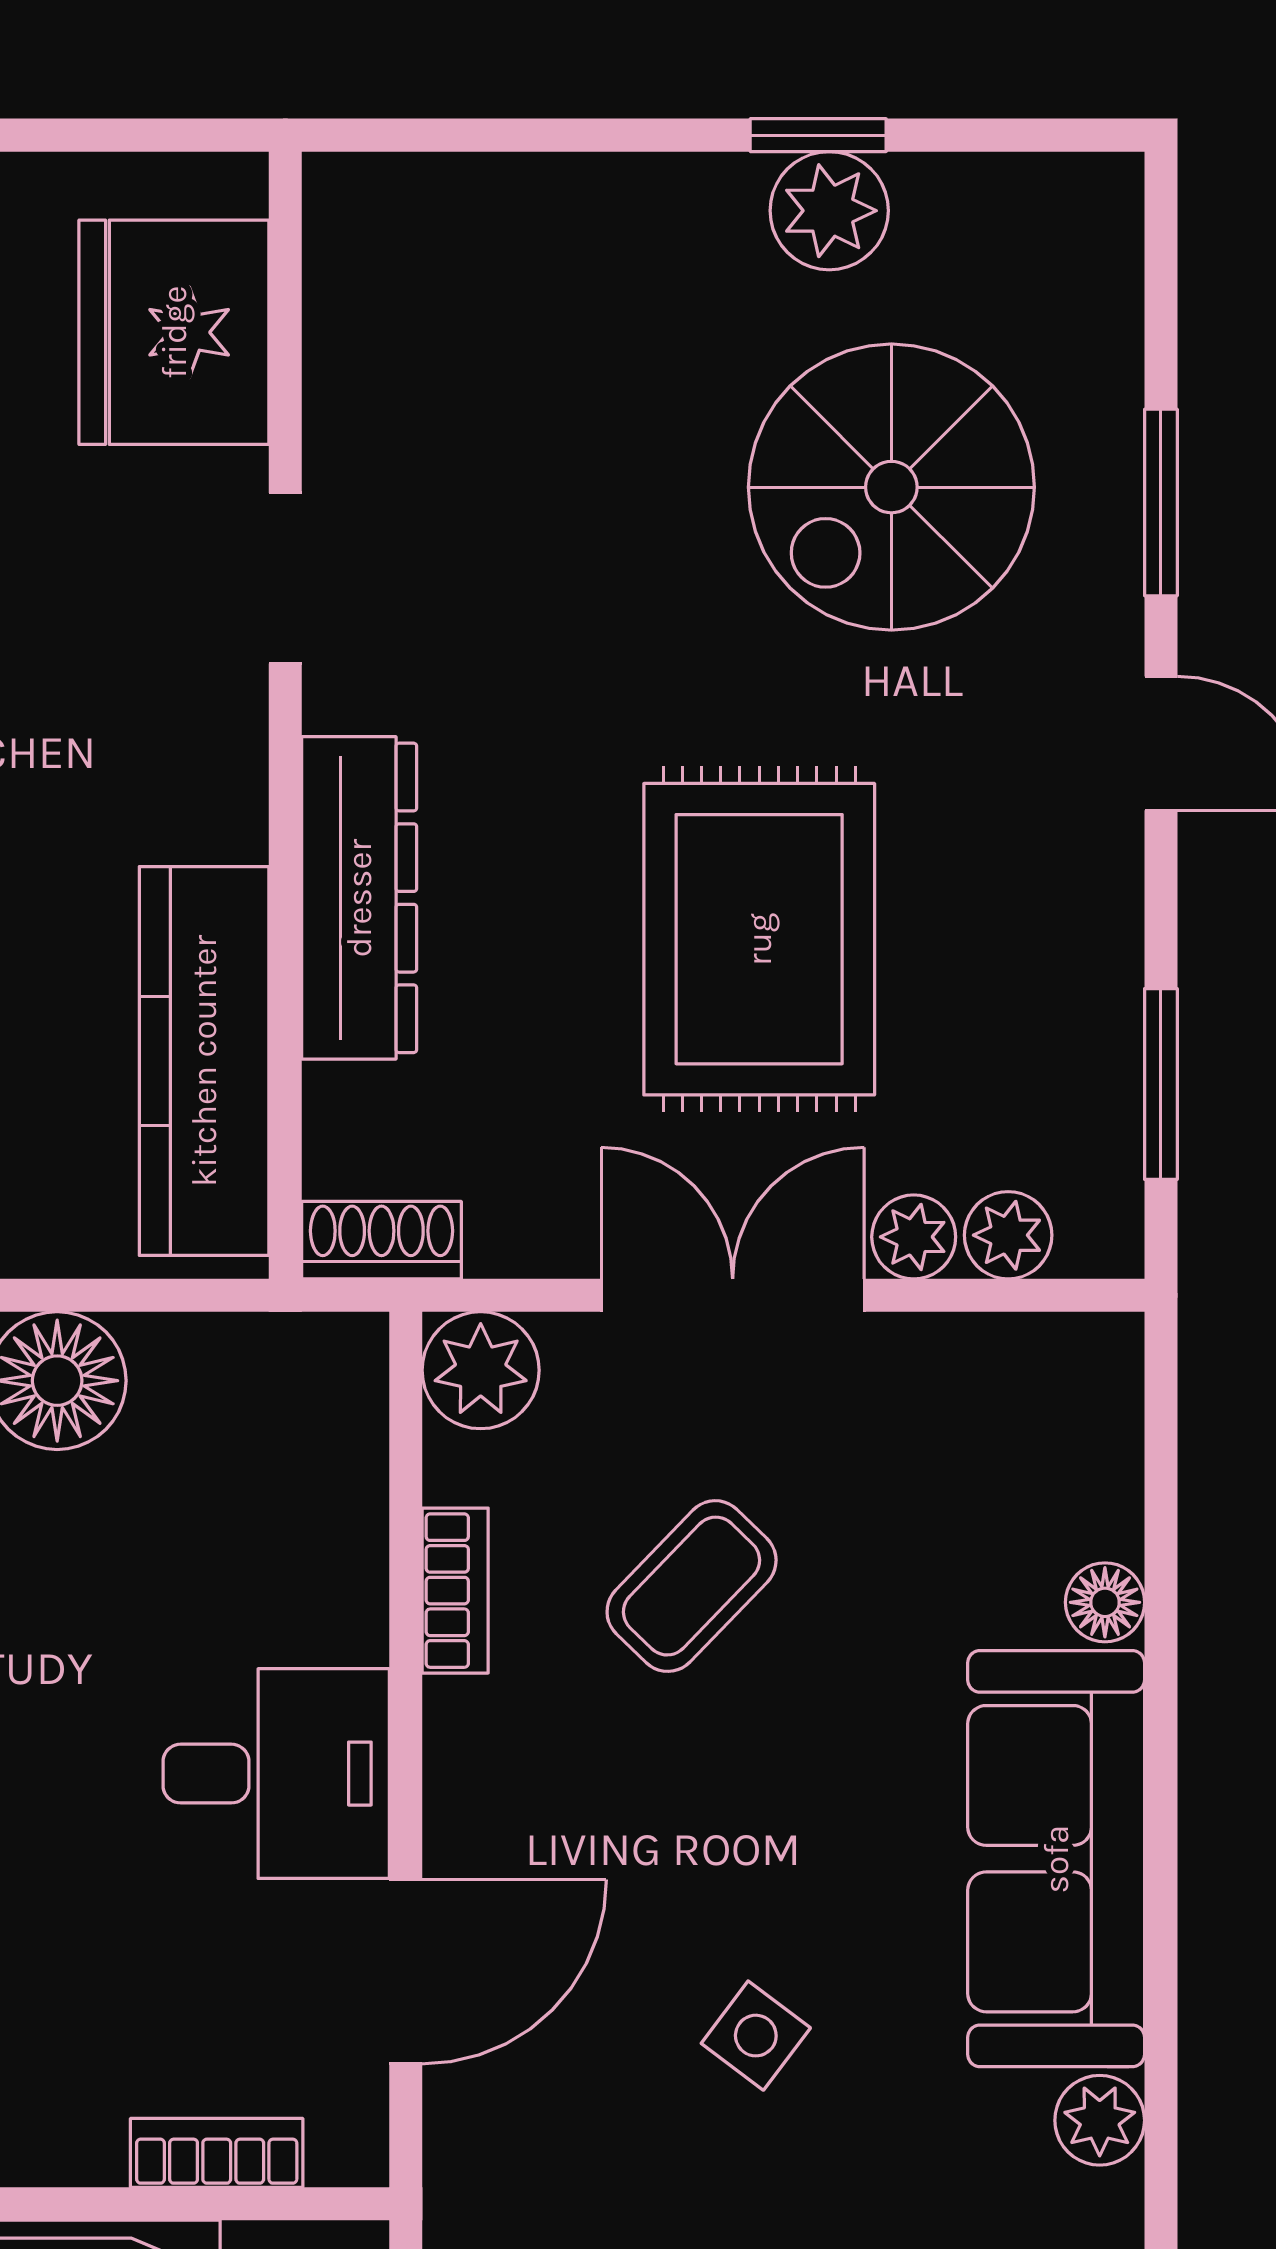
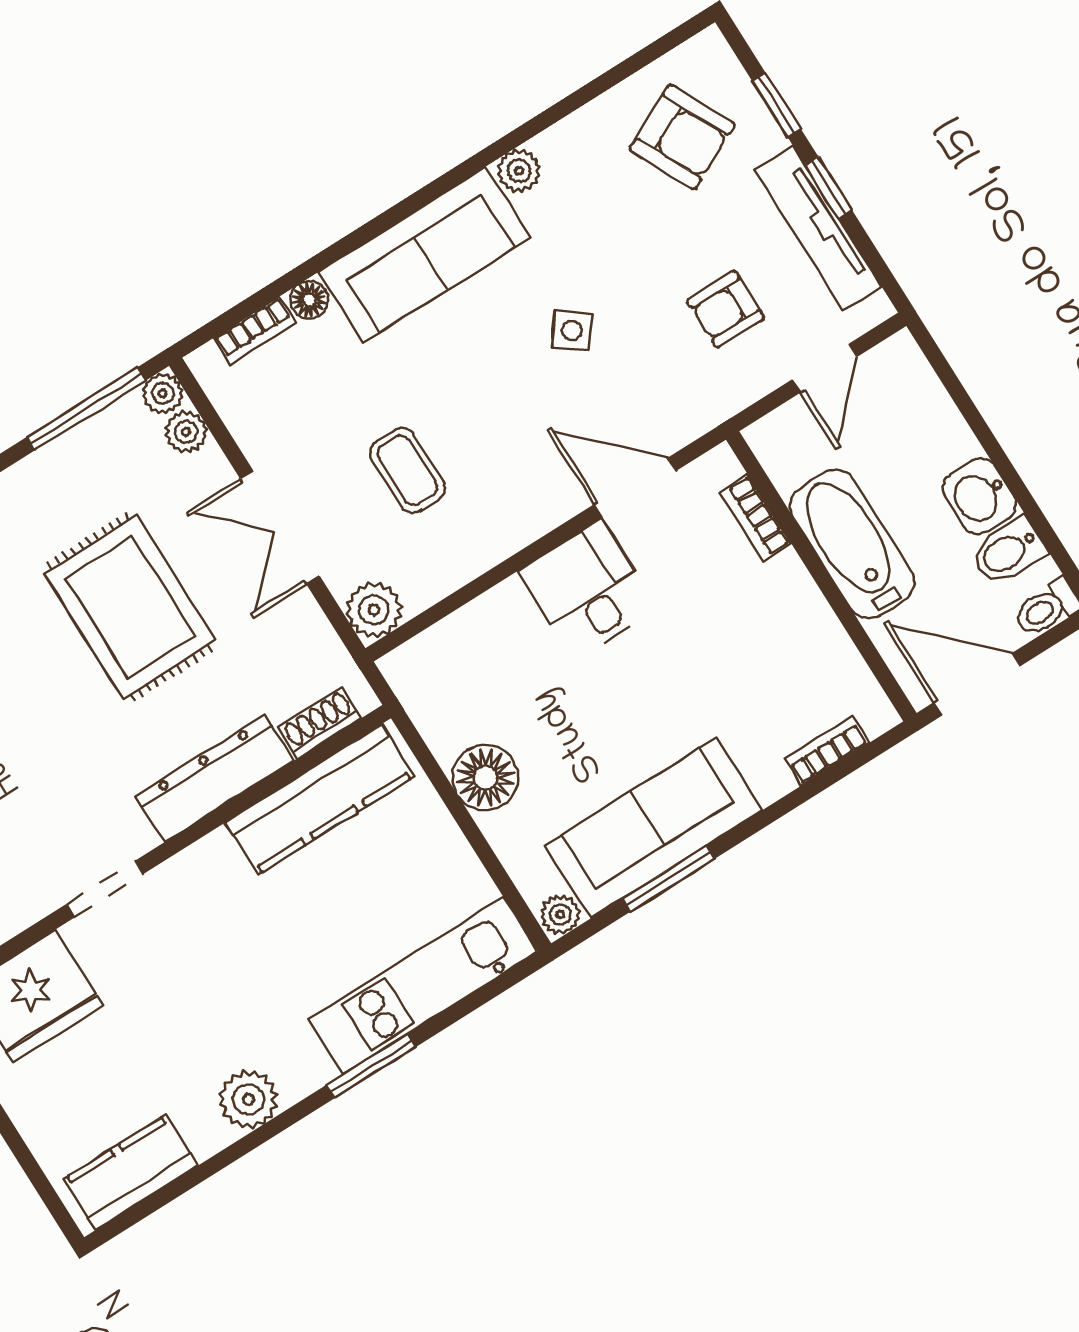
rug: (759, 939) -> (130, 607), turned 90
window: (1161, 1084) -> (86, 409), width x1.44
plant: (914, 1237) -> (163, 393), moved
shoe rack: (382, 1240) -> (320, 723), moved, turned 90
coffee table: (692, 1586) -> (407, 470), turned 46
bookcase: (455, 1591) -> (255, 330), moved, turned 180

